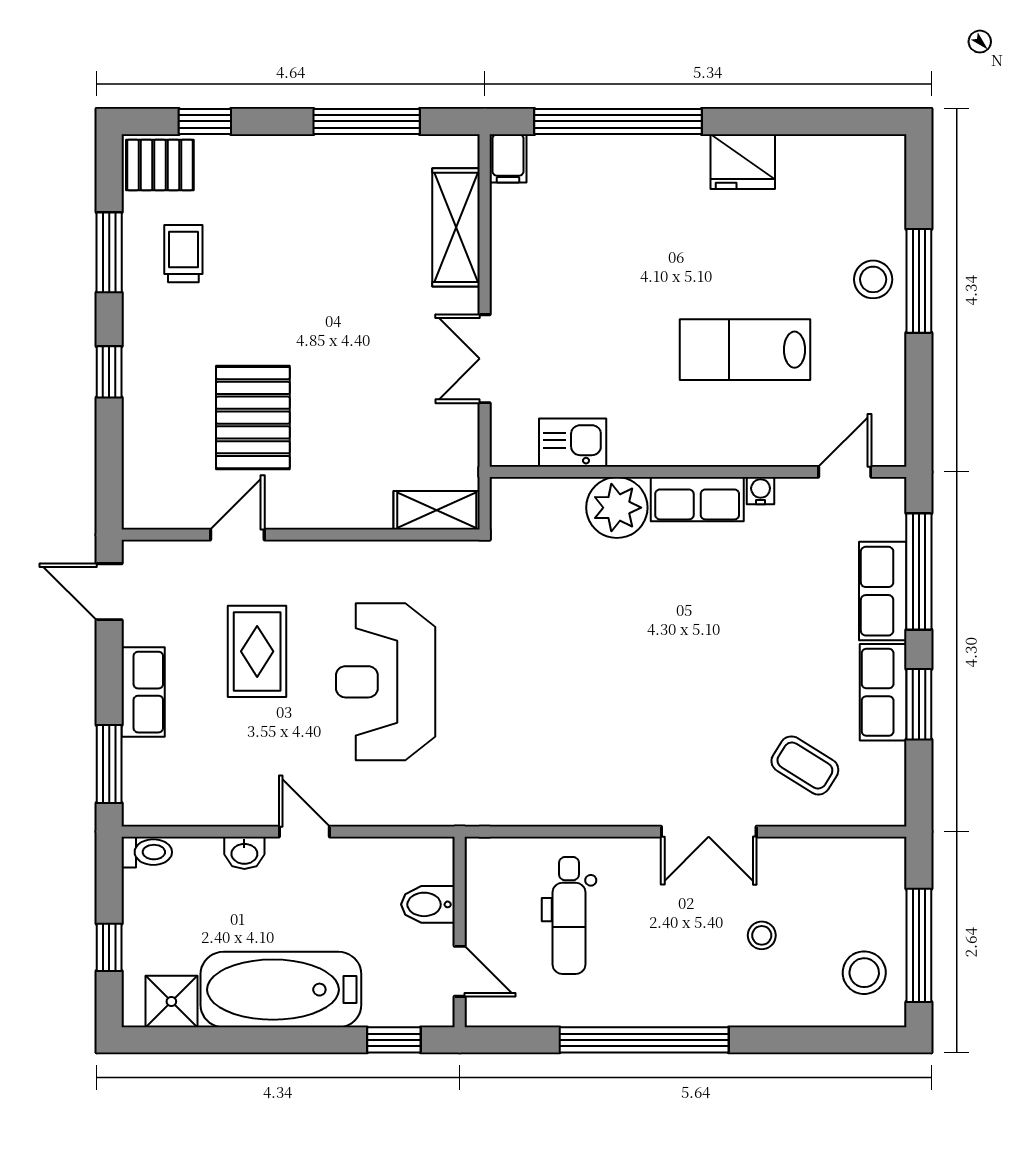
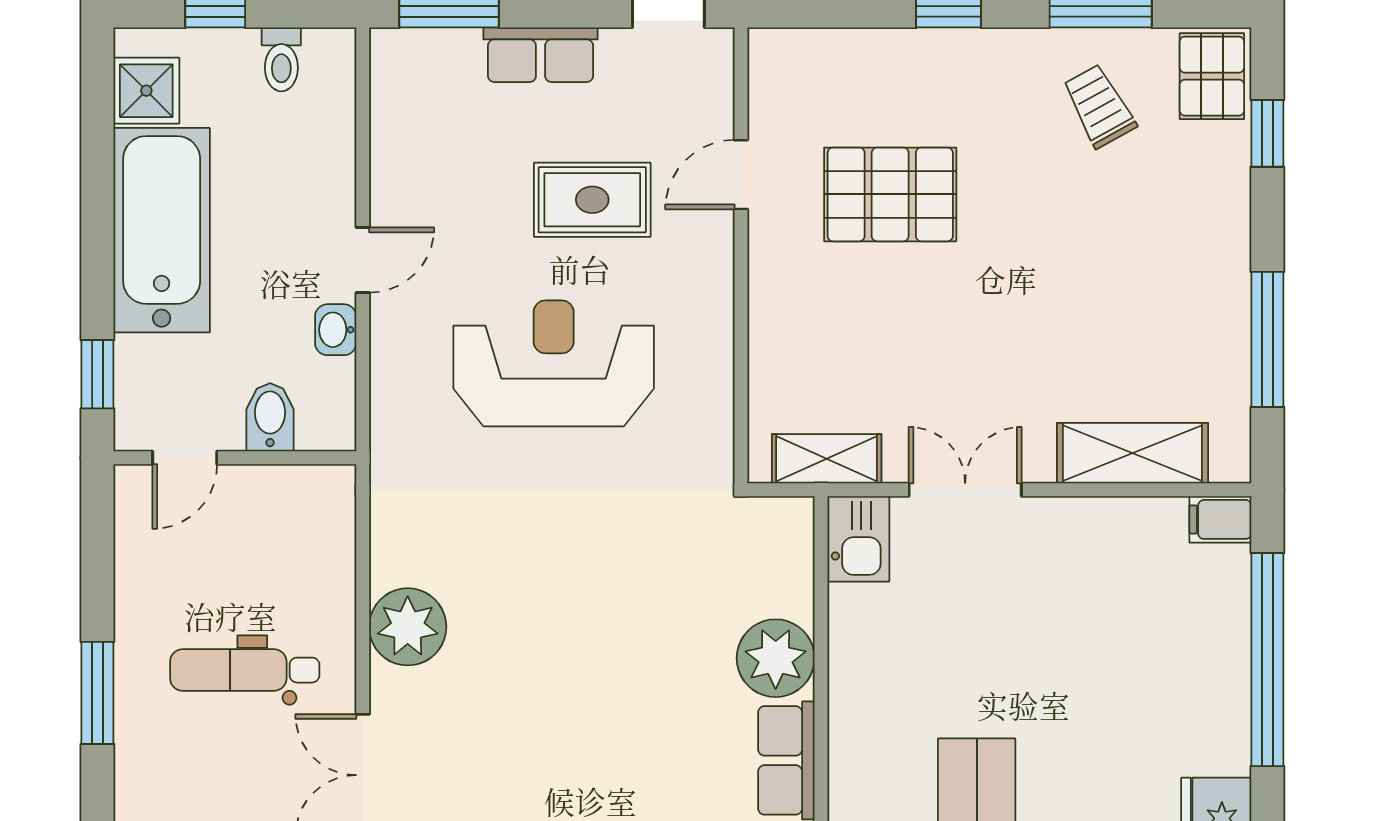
trolley: (183, 254) -> (1099, 106), turned -119
kitchen sink: (573, 443) -> (858, 539), moved
shelving: (437, 510) -> (827, 459), moved, turned 90
door: (237, 535) -> (741, 175), swing flipped
plant: (592, 796) -> (408, 627), added
toilet: (147, 852) -> (281, 59), moved
washbasin: (244, 853) -> (336, 330), moved
dental chair: (569, 915) -> (245, 670), moved
window: (644, 1040) -> (97, 693), width x0.47

